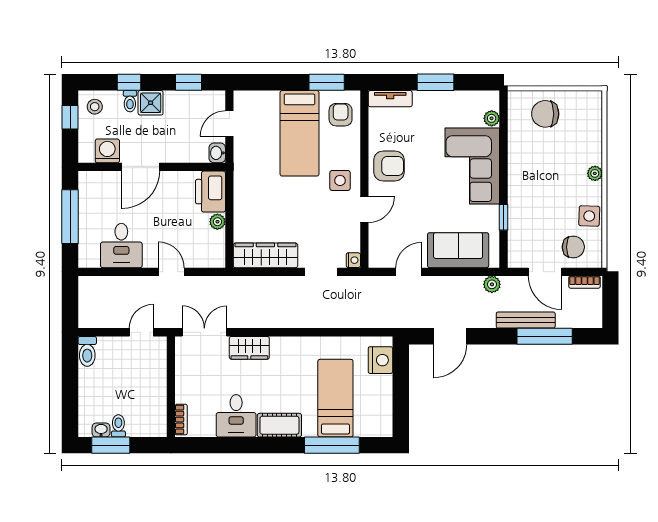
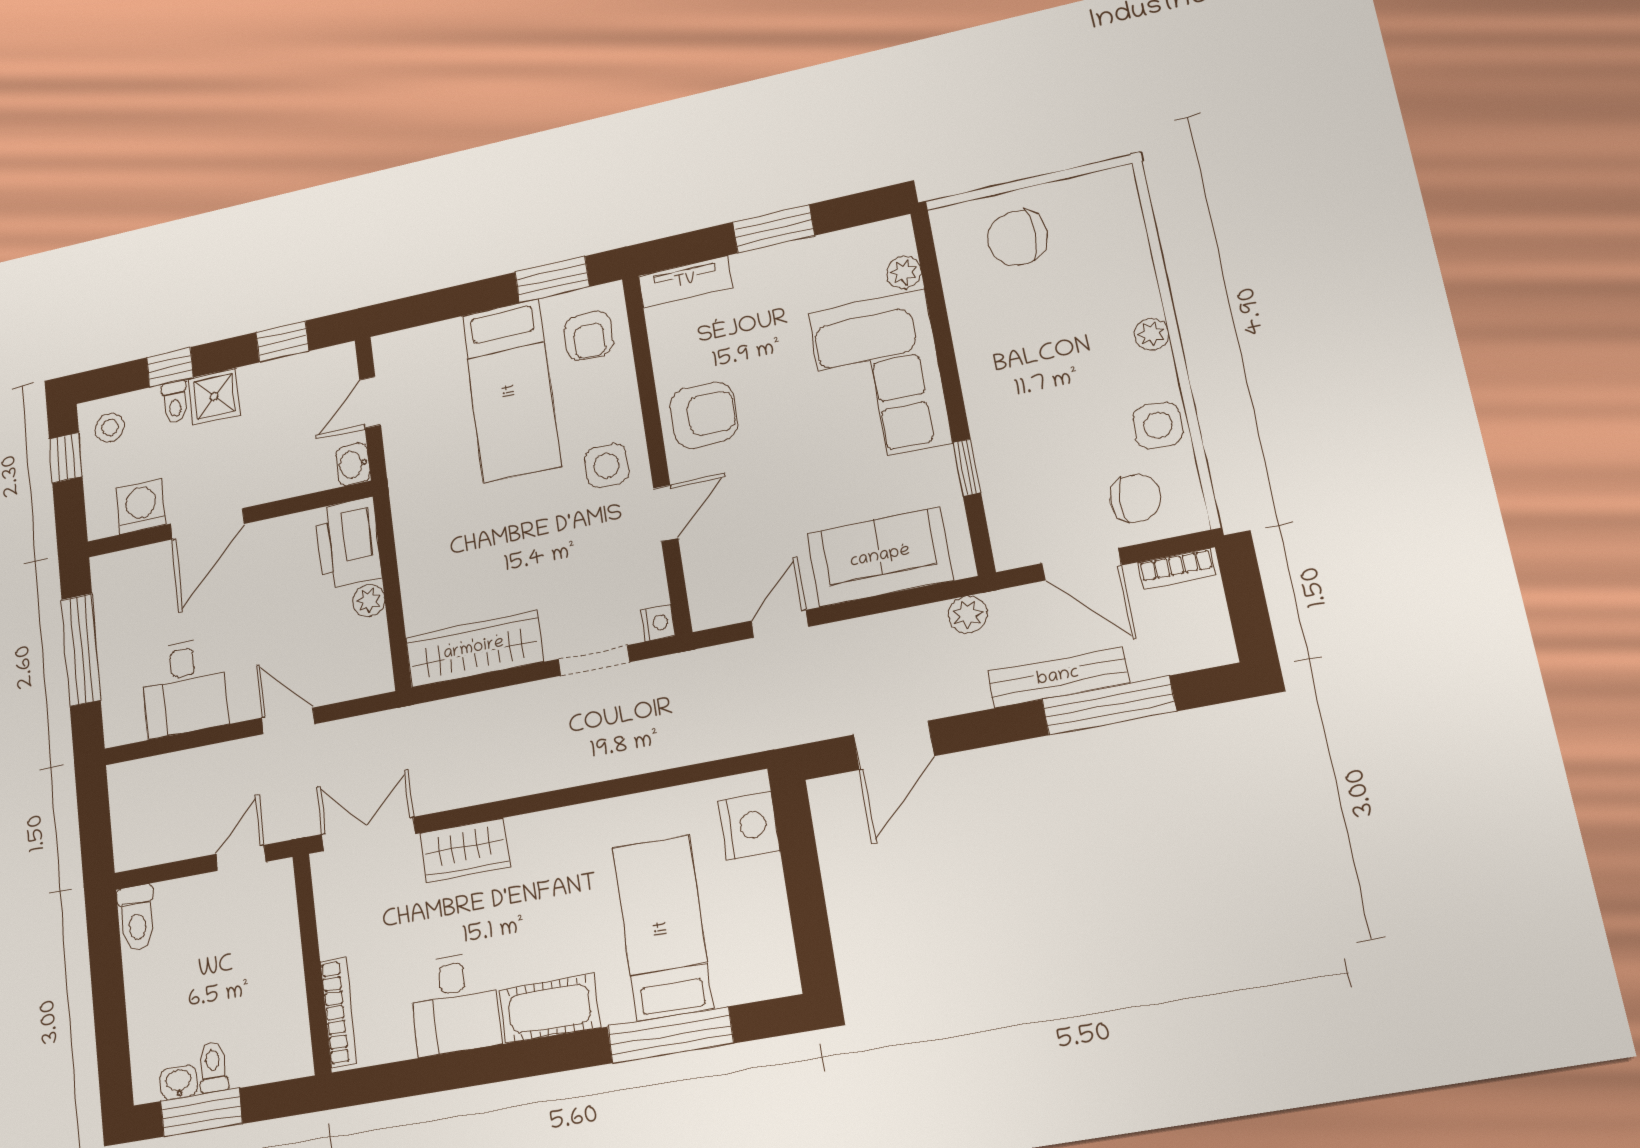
armchair: (341, 115) -> (589, 336), turned 180
bookcase: (181, 420) -> (338, 1012), width x1.56

